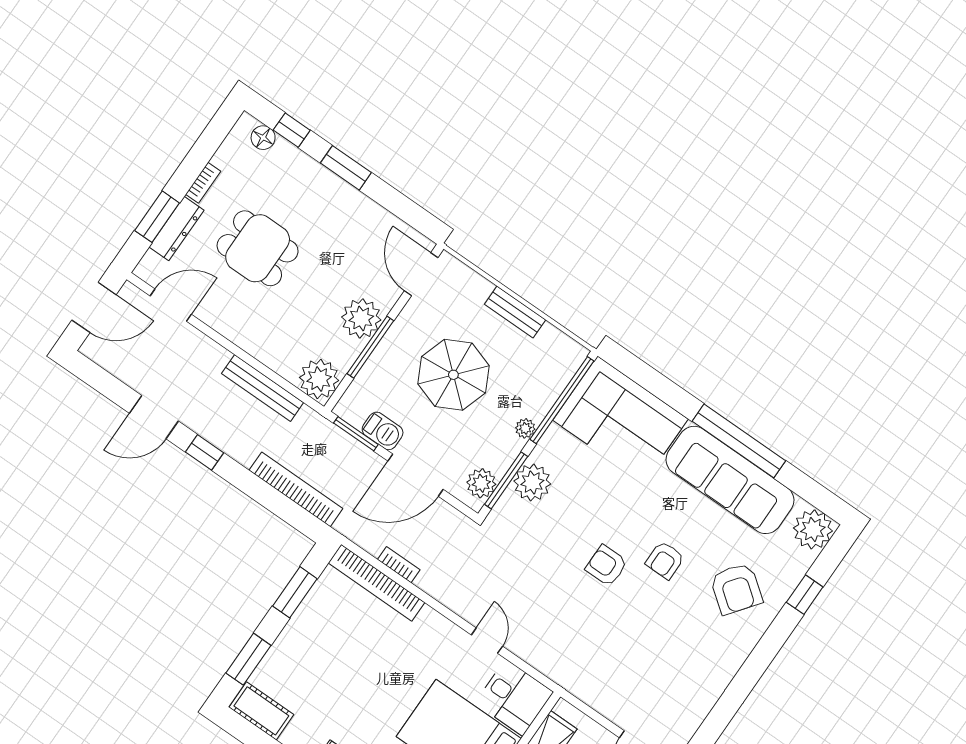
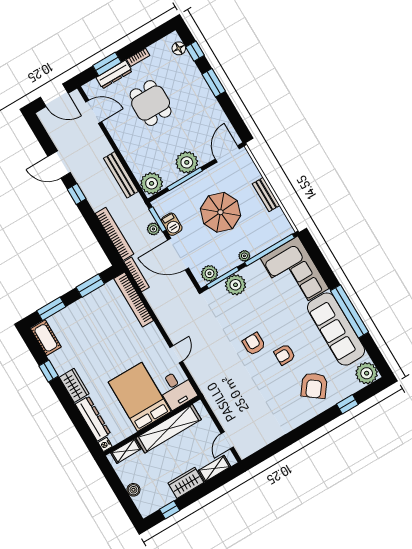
plant: (356, 452) -> (153, 229), added
bookcase: (399, 565) -> (137, 274), moved, width x1.56

